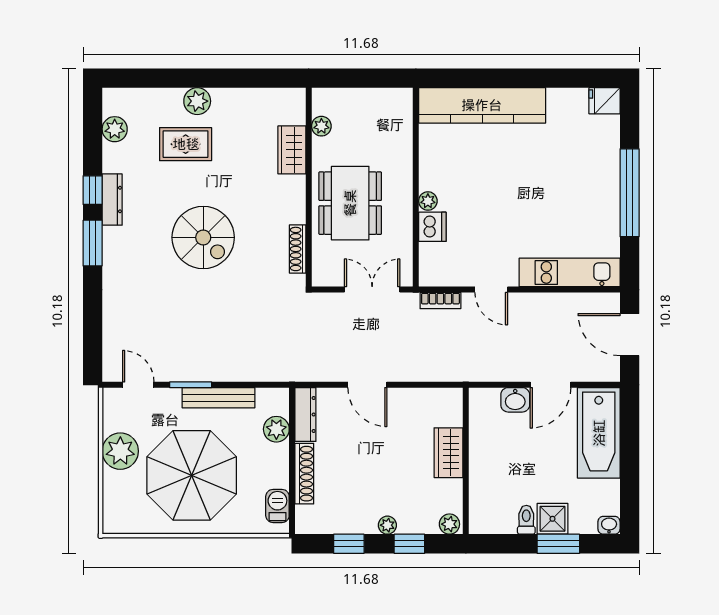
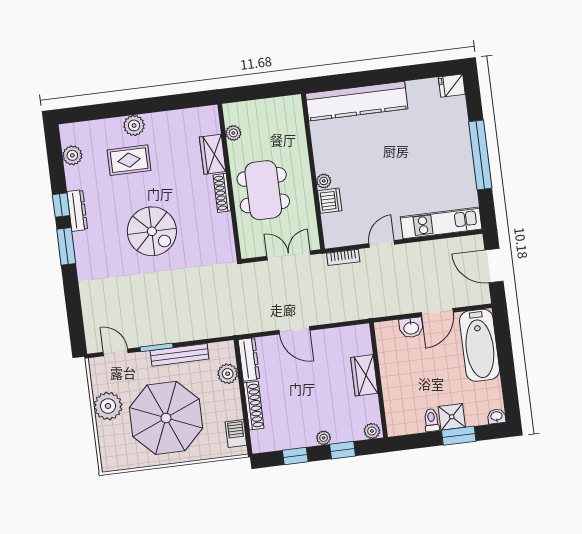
shoe rack: (298, 249) -> (222, 193), moved
door: (491, 290) -> (382, 244), swing flipped

